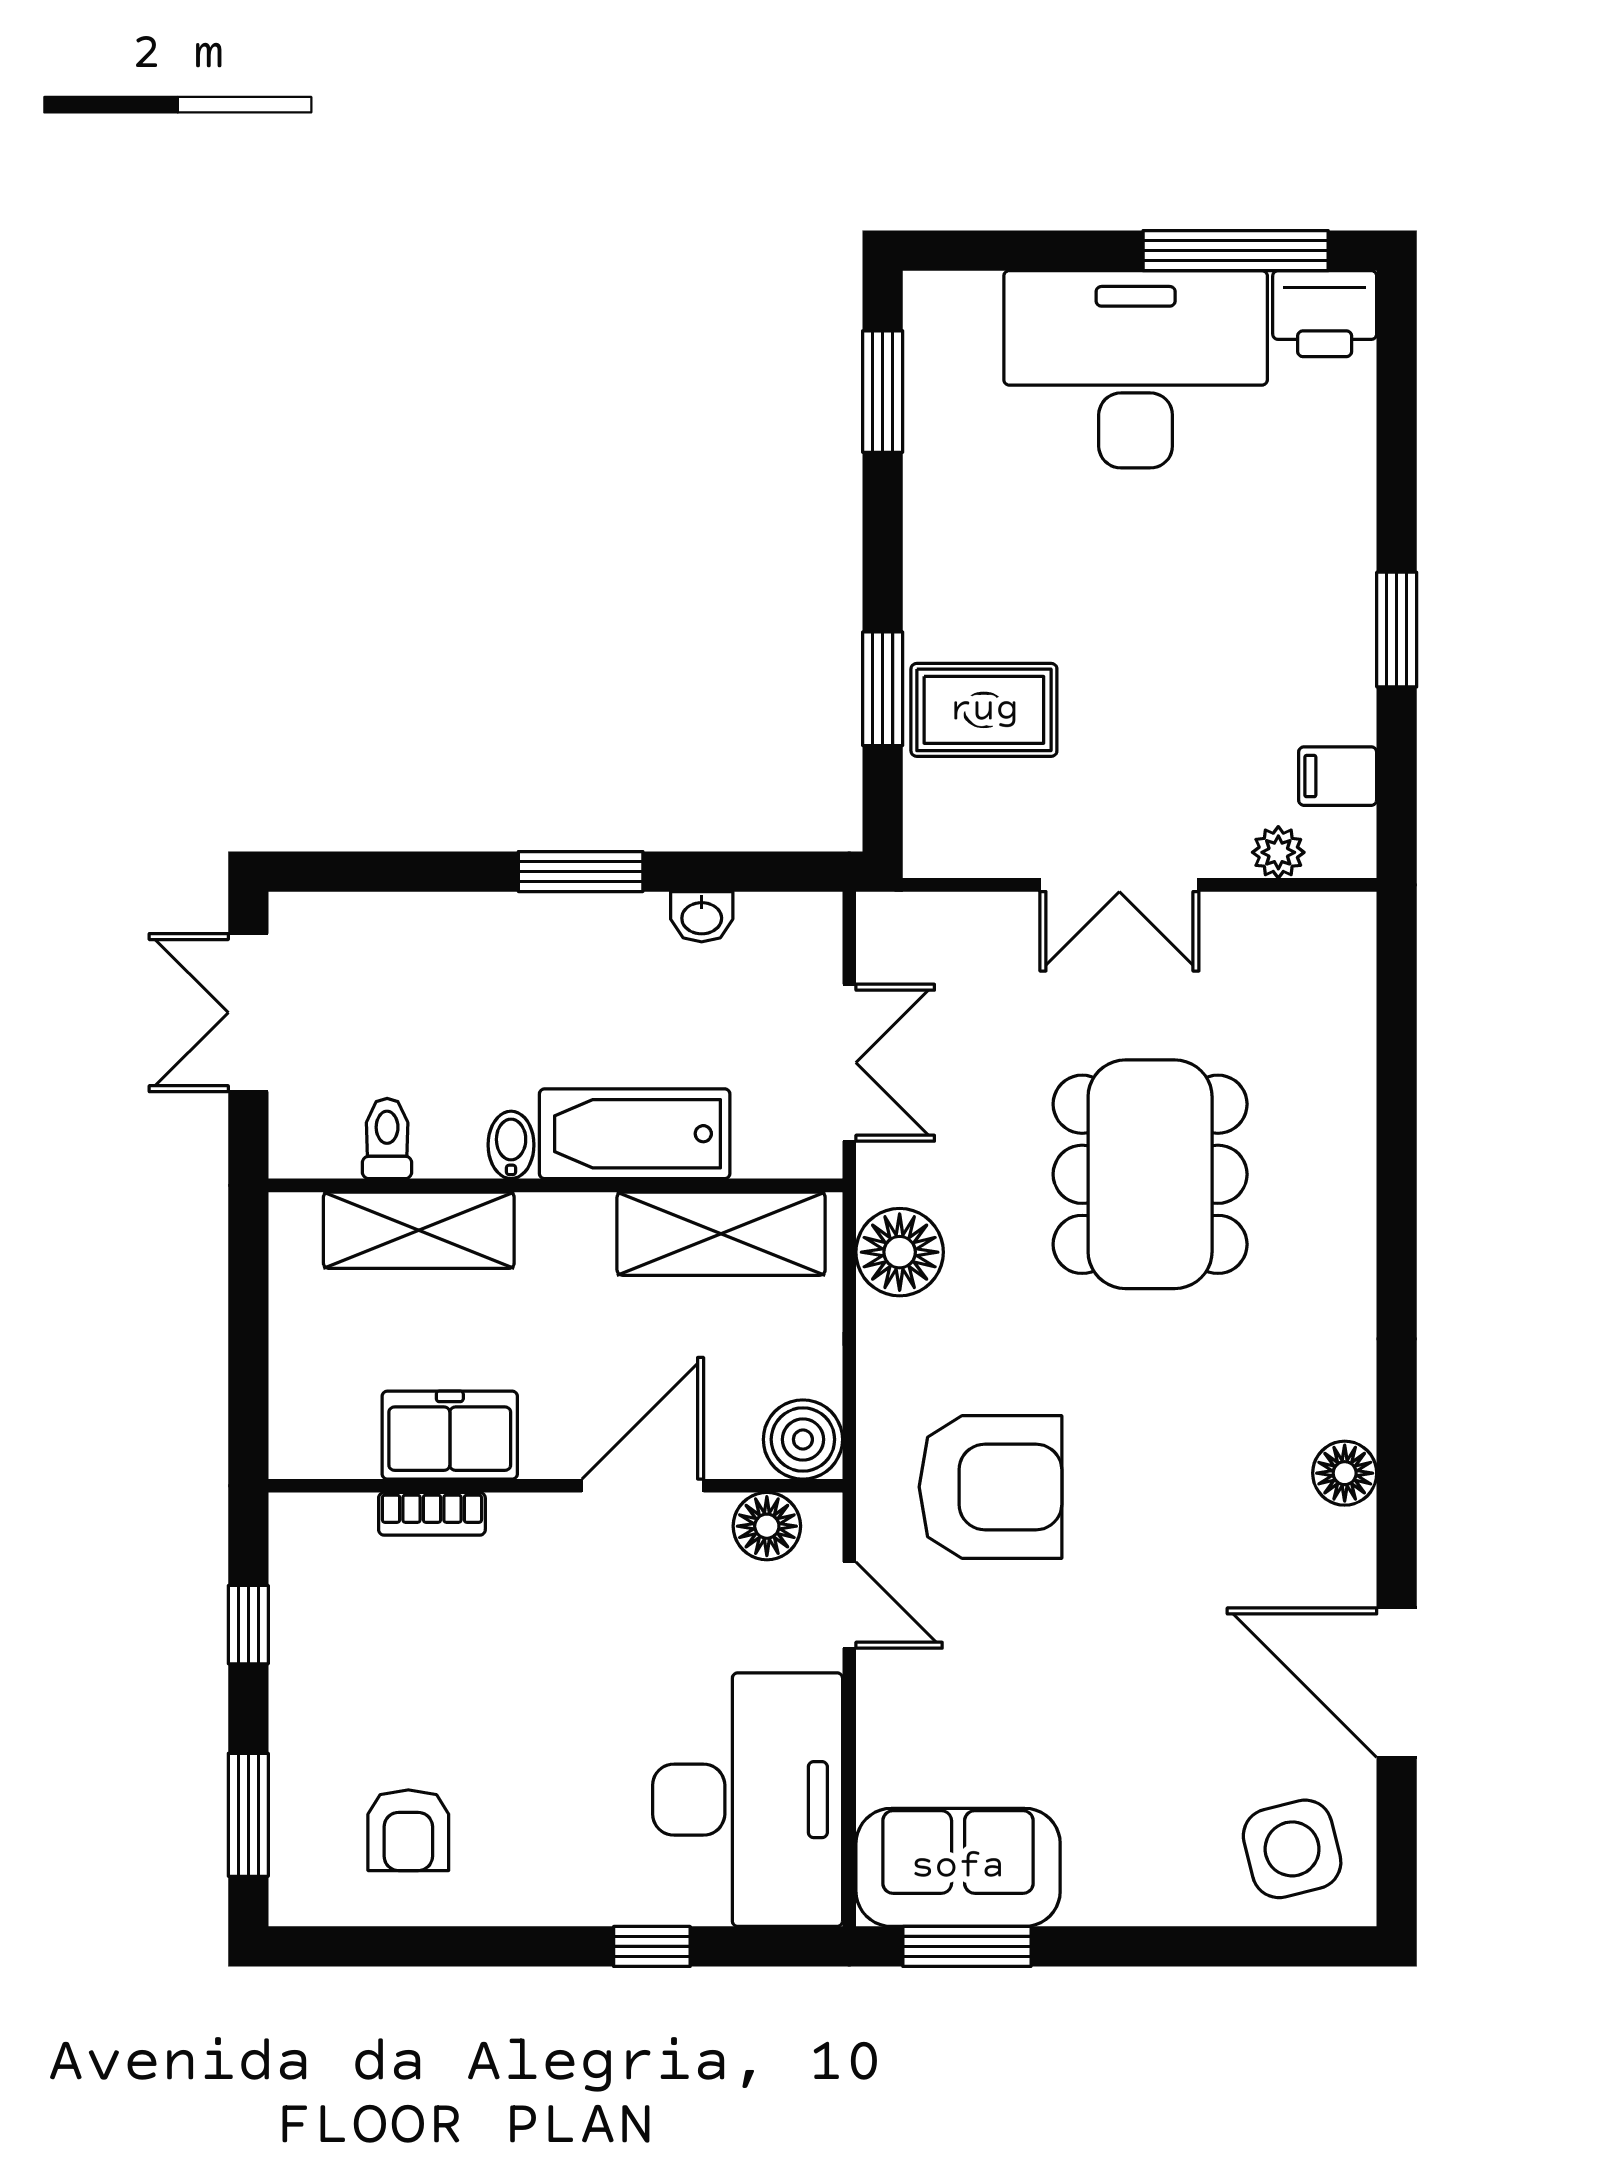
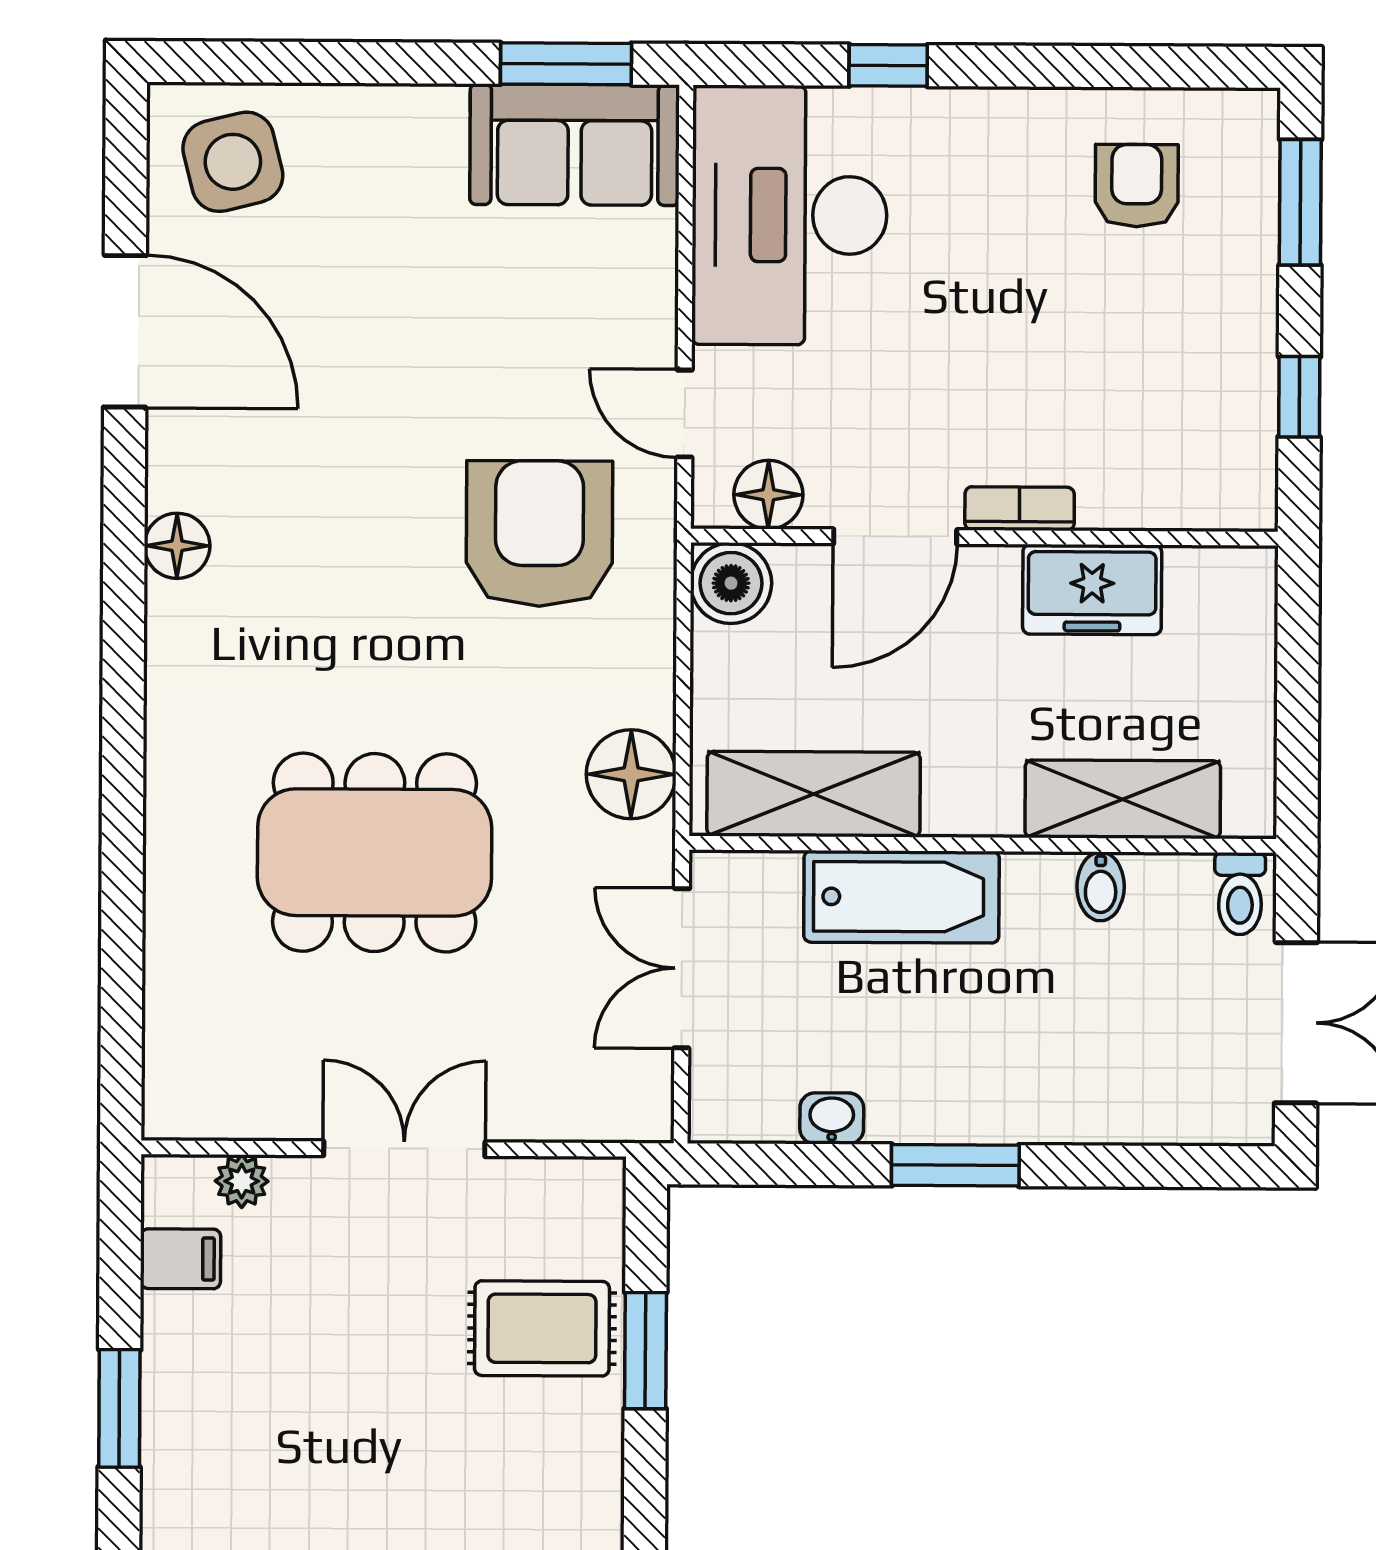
toilet: (387, 1139) -> (1240, 894), moved
bidet: (511, 1145) -> (1101, 886), moved
dining table: (1150, 1174) -> (375, 853), turned 90
armchair: (990, 1487) -> (539, 534), turned 90
bookcase: (432, 1514) -> (1020, 509), moved

